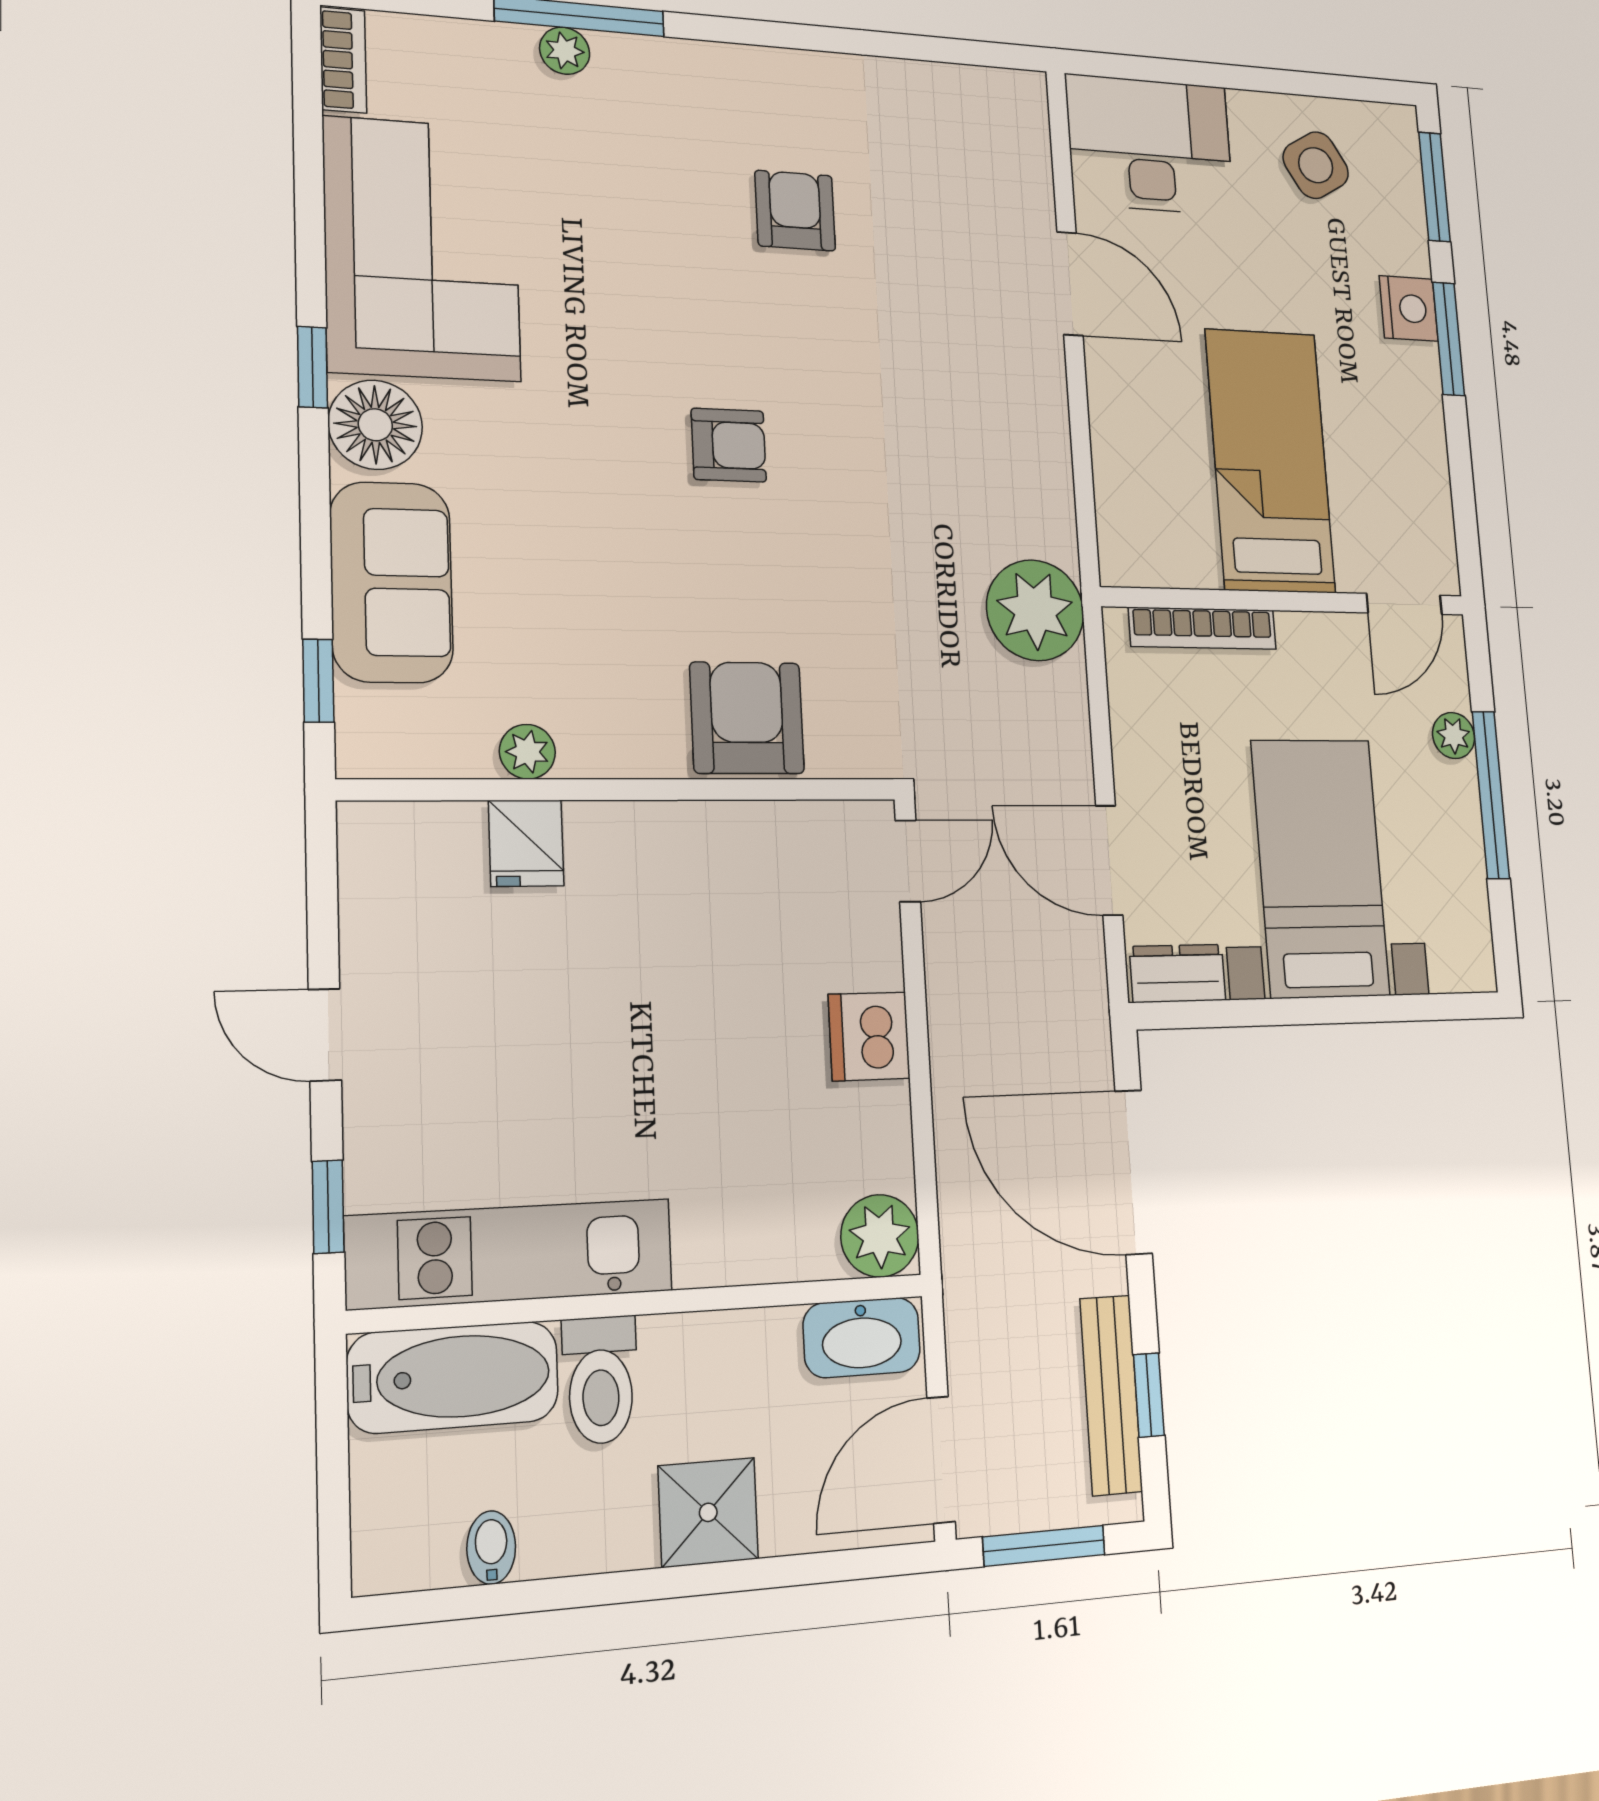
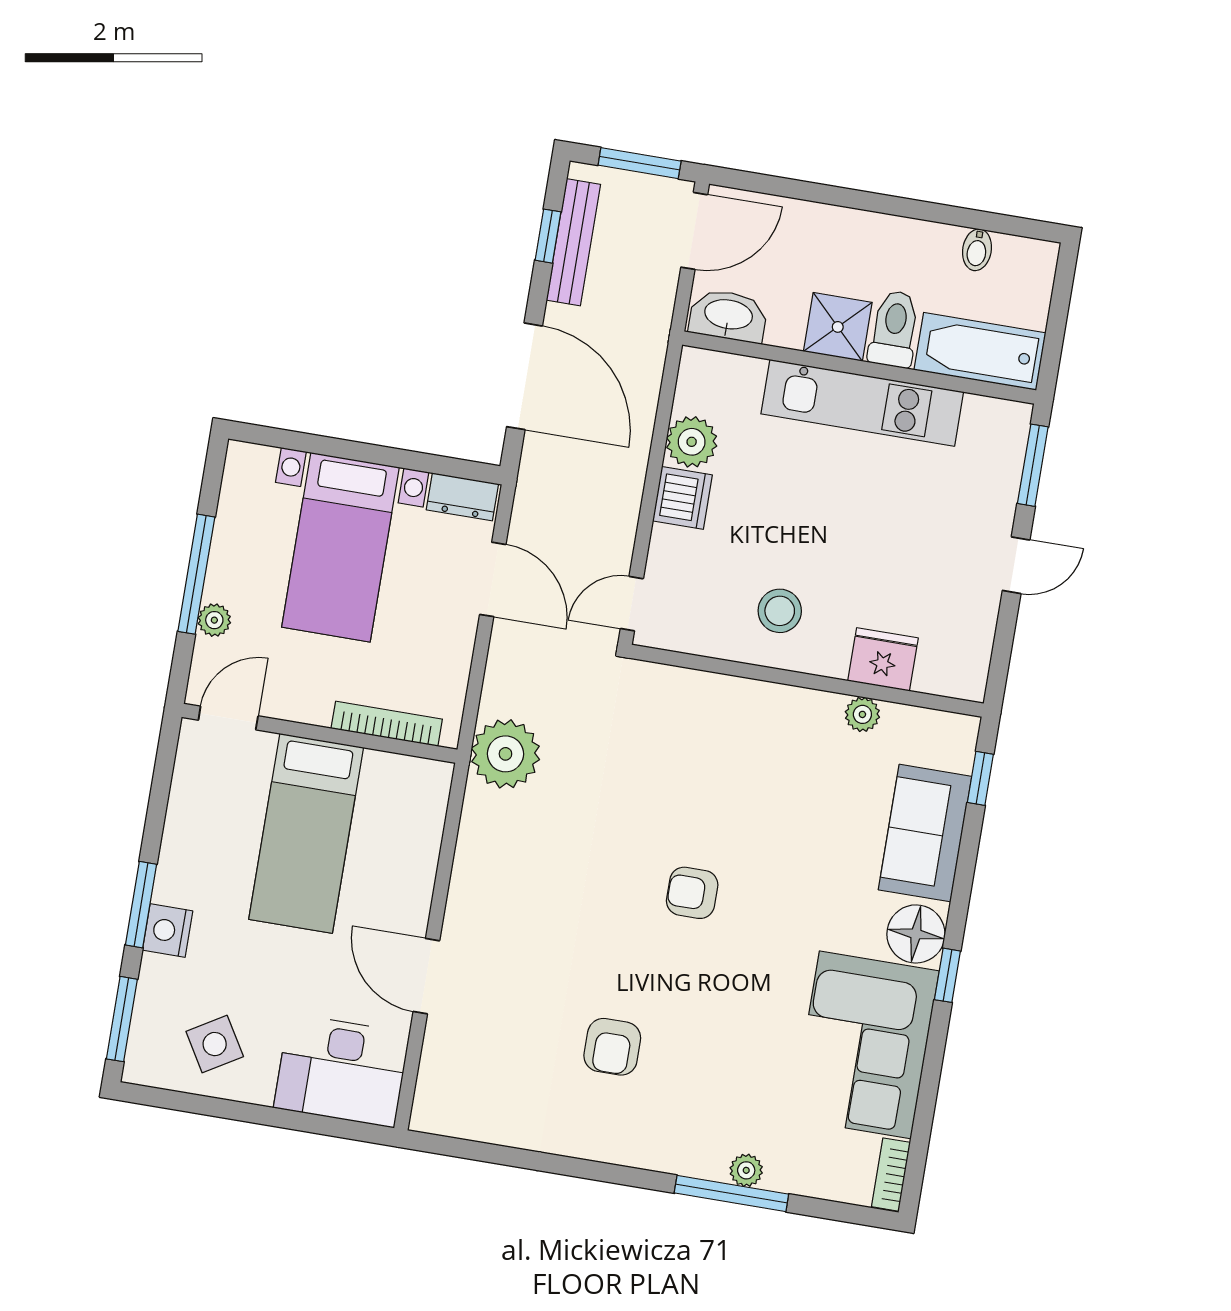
armchair: (747, 718) -> (718, 713), removed
fridge: (526, 843) -> (883, 659), width x1.38
stool: (688, 890) -> (780, 611), added
door: (325, 1035) -> (1016, 565), hinge flipped
window: (328, 1207) -> (1033, 465), width x1.50
plant: (880, 1236) -> (692, 442), moved
kitchen unit: (510, 1254) -> (862, 403), moved
shower: (708, 1512) -> (838, 327), moved

